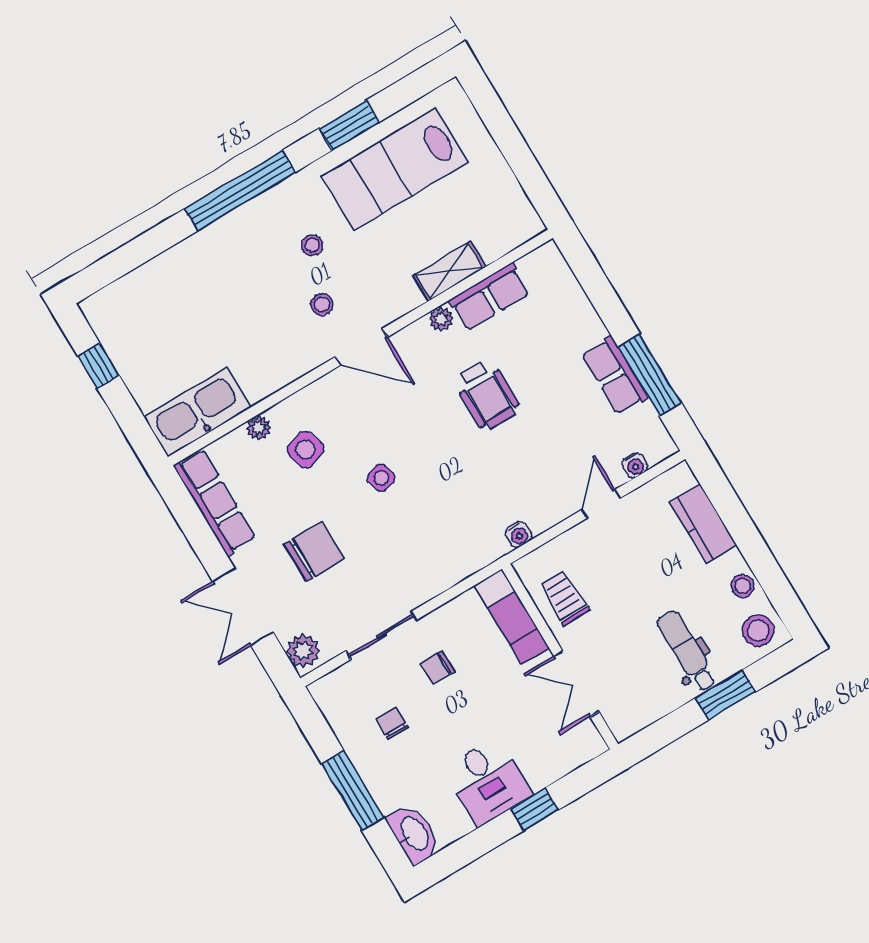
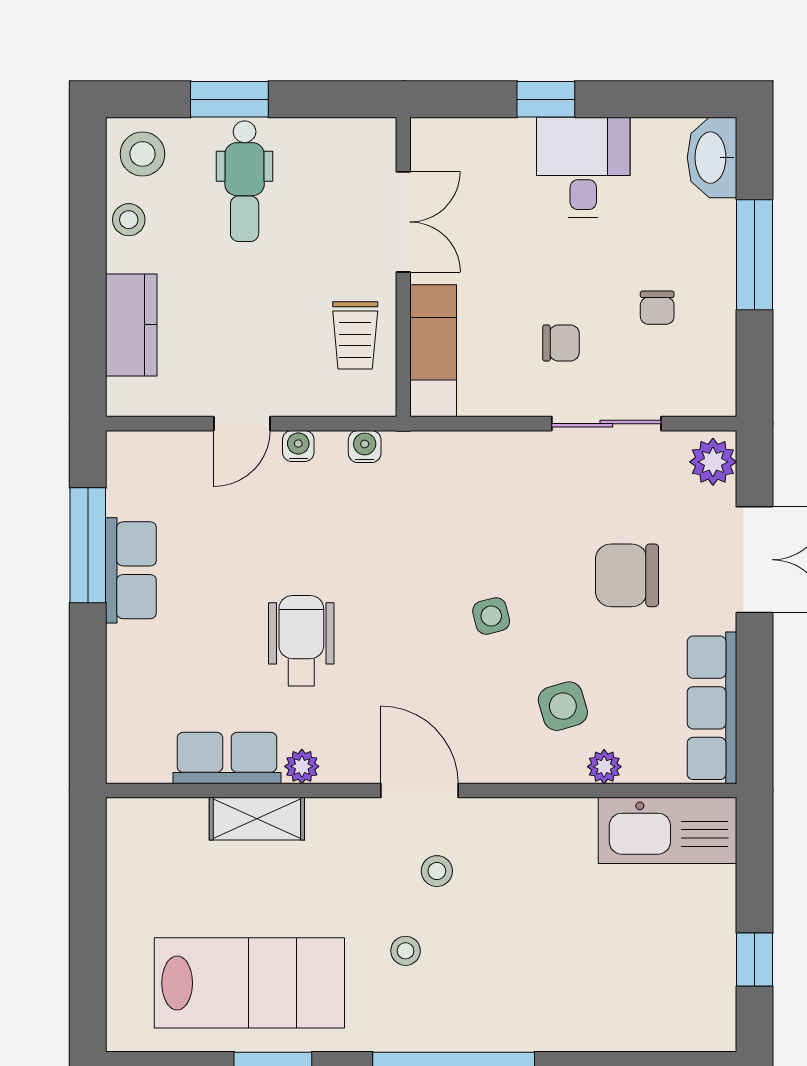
water cooler: (635, 465) -> (298, 446), moved

